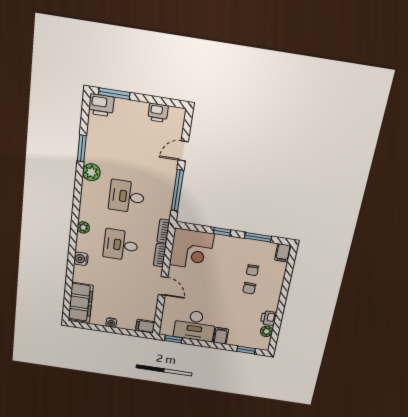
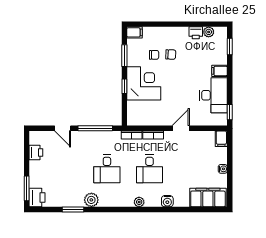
corner desk: (192, 249) -> (144, 83), moved

